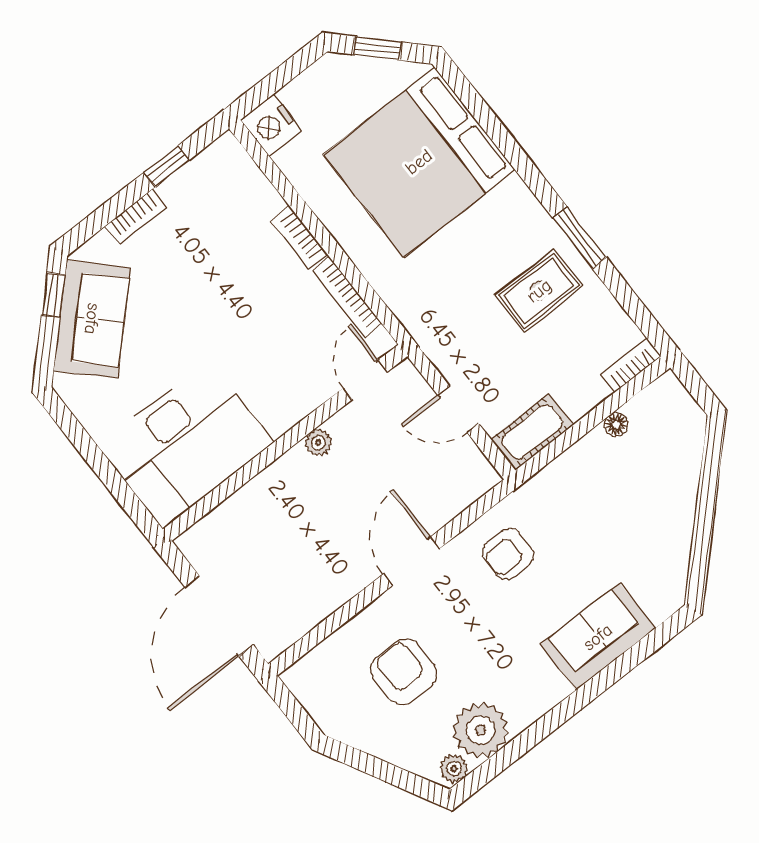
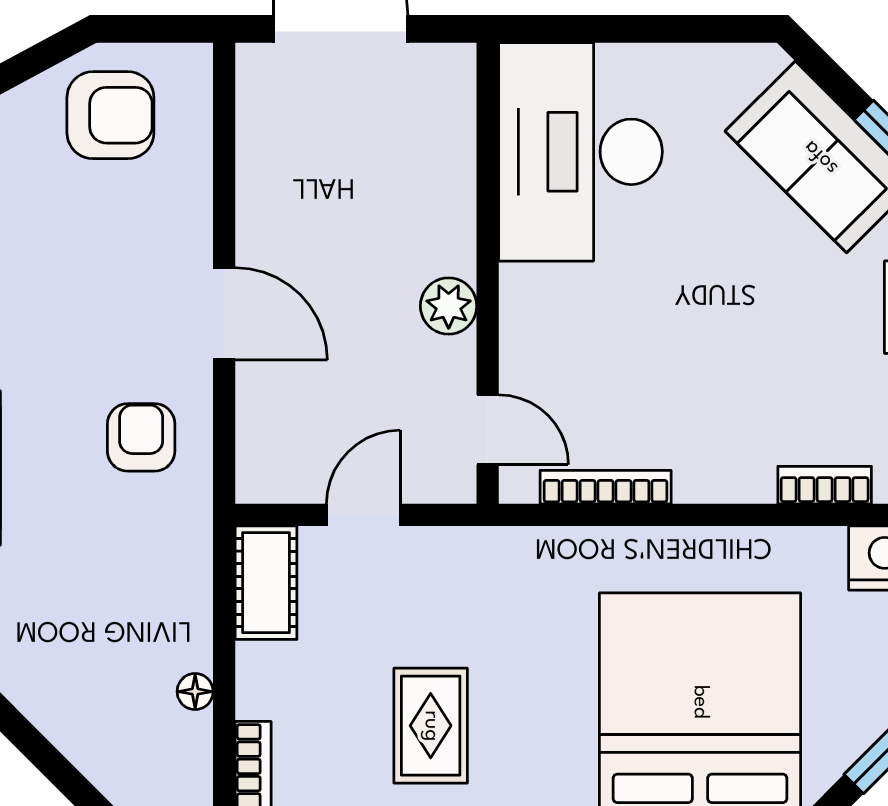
bookcase: (299, 238) -> (825, 485), moved
plant: (318, 443) -> (449, 306), width x1.38, depth x1.38
armchair: (404, 672) -> (110, 115), moved

